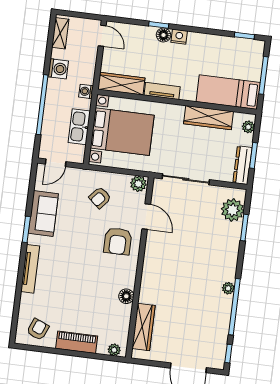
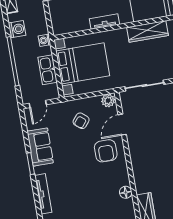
wardrobe: (121, 84) -> (70, 26), removed
door: (146, 217) -> (122, 125), swing flipped

